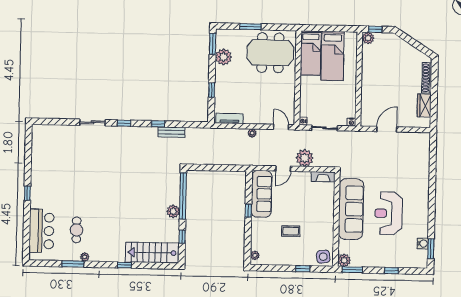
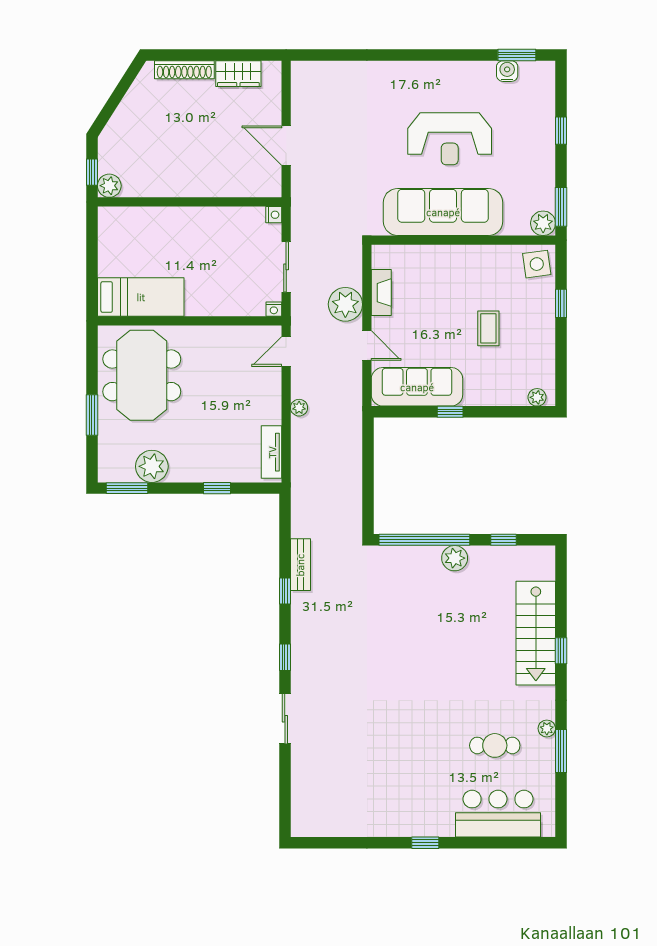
bed: (333, 56) -> (146, 254), removed
fireplace: (323, 177) -> (381, 293), moved
stairs: (152, 253) -> (536, 633), moved

